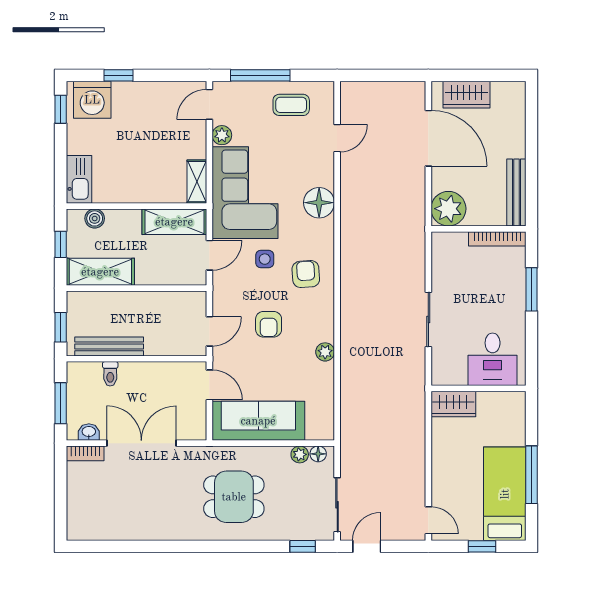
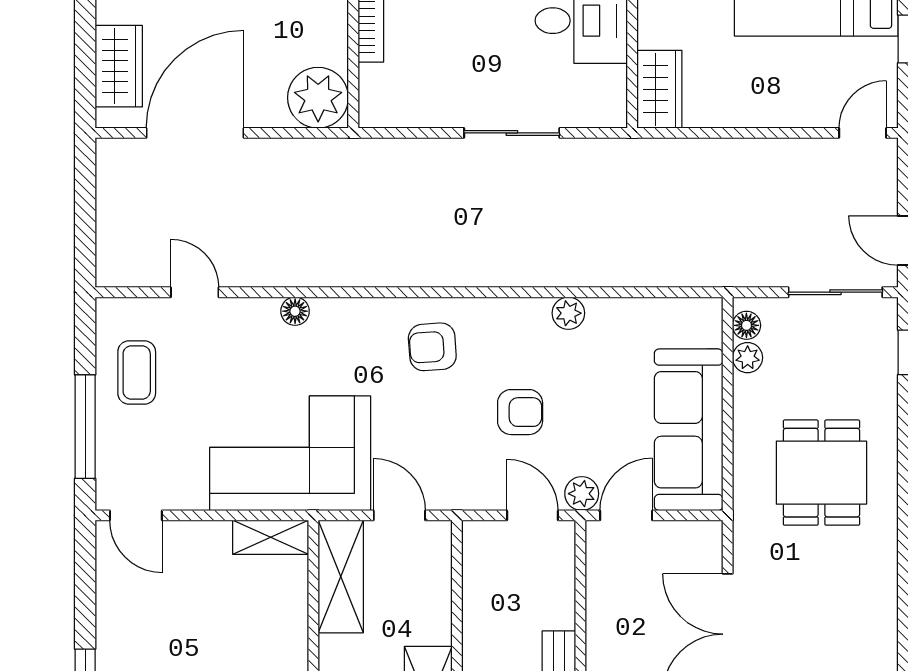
plant: (222, 135) -> (582, 494), moved
floor lamp: (319, 203) -> (295, 311), width x0.53, depth x0.53
side table: (265, 259) -> (406, 419), removed

